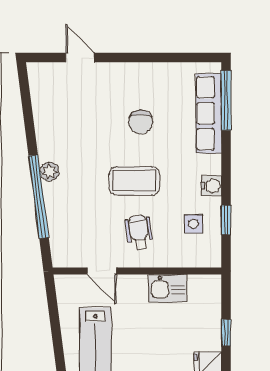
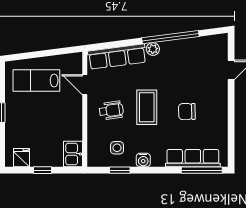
window: (39, 197) -> (170, 37), moved
row of seats: (60, 224) -> (117, 57), added
door: (102, 271) -> (85, 85), hinge flipped
kitchen sink: (168, 288) -> (73, 154), moved

